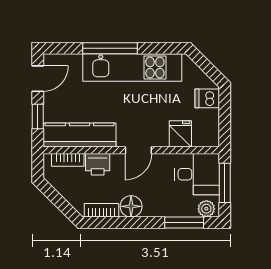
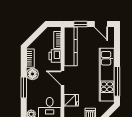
window: (110, 48) -> (117, 81), moved
window: (184, 222) -> (24, 87), moved

